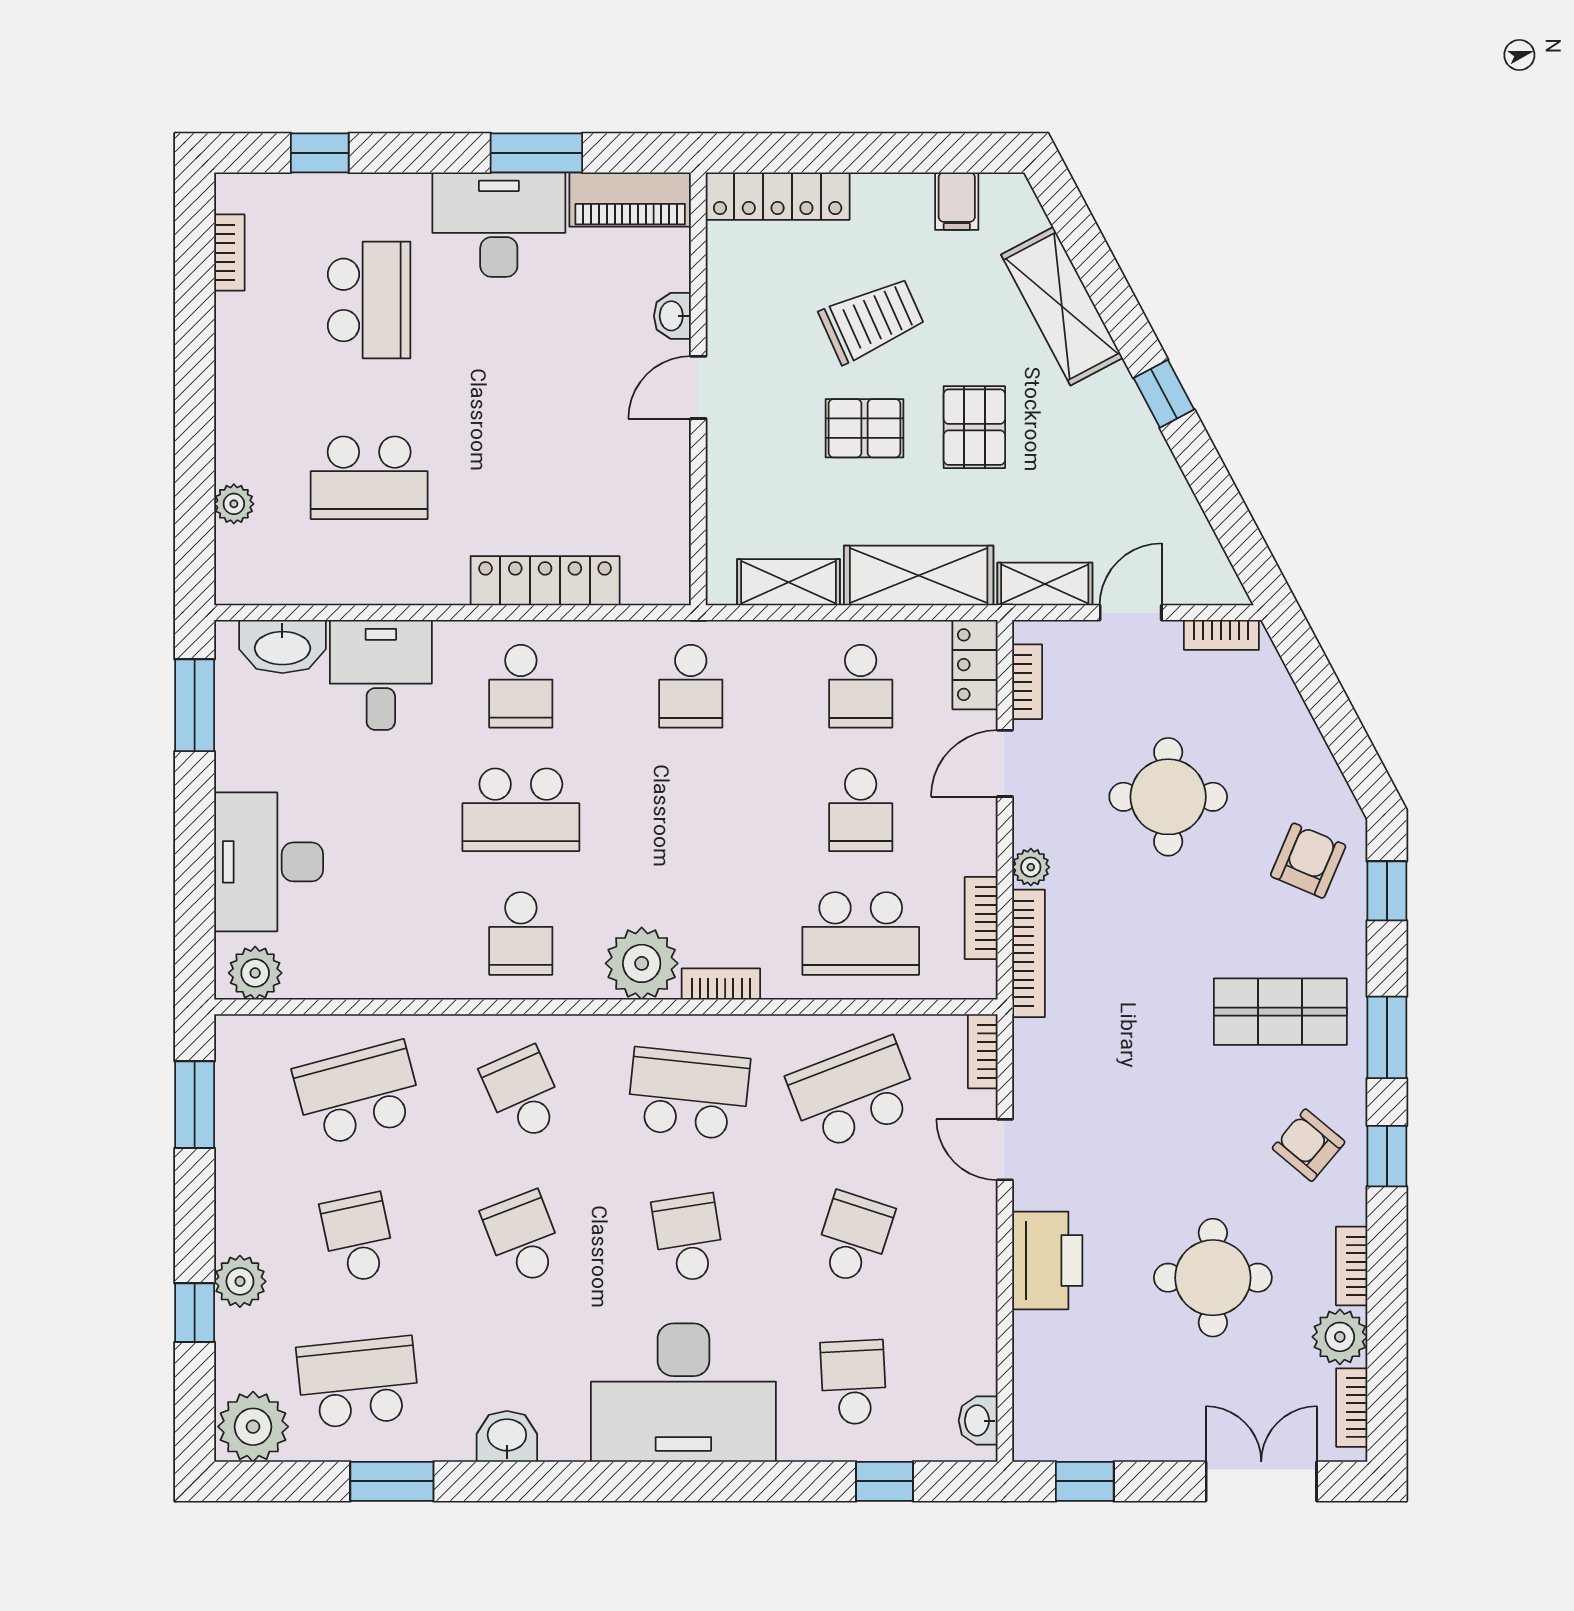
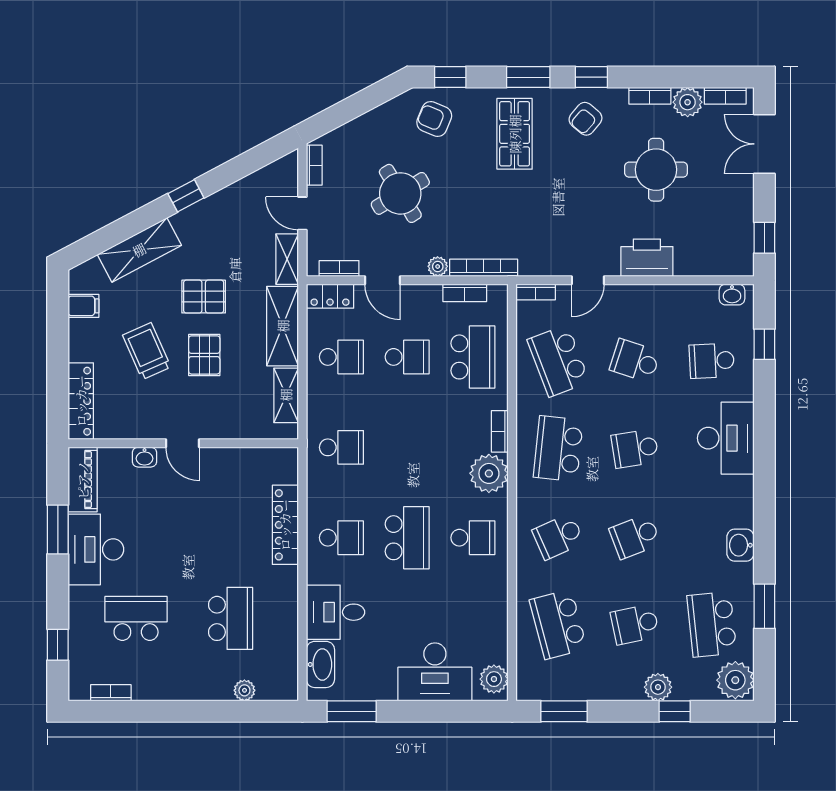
round table: (1168, 797) -> (400, 193), turned -31
desk: (683, 1393) -> (726, 438), width x0.73, depth x0.77

